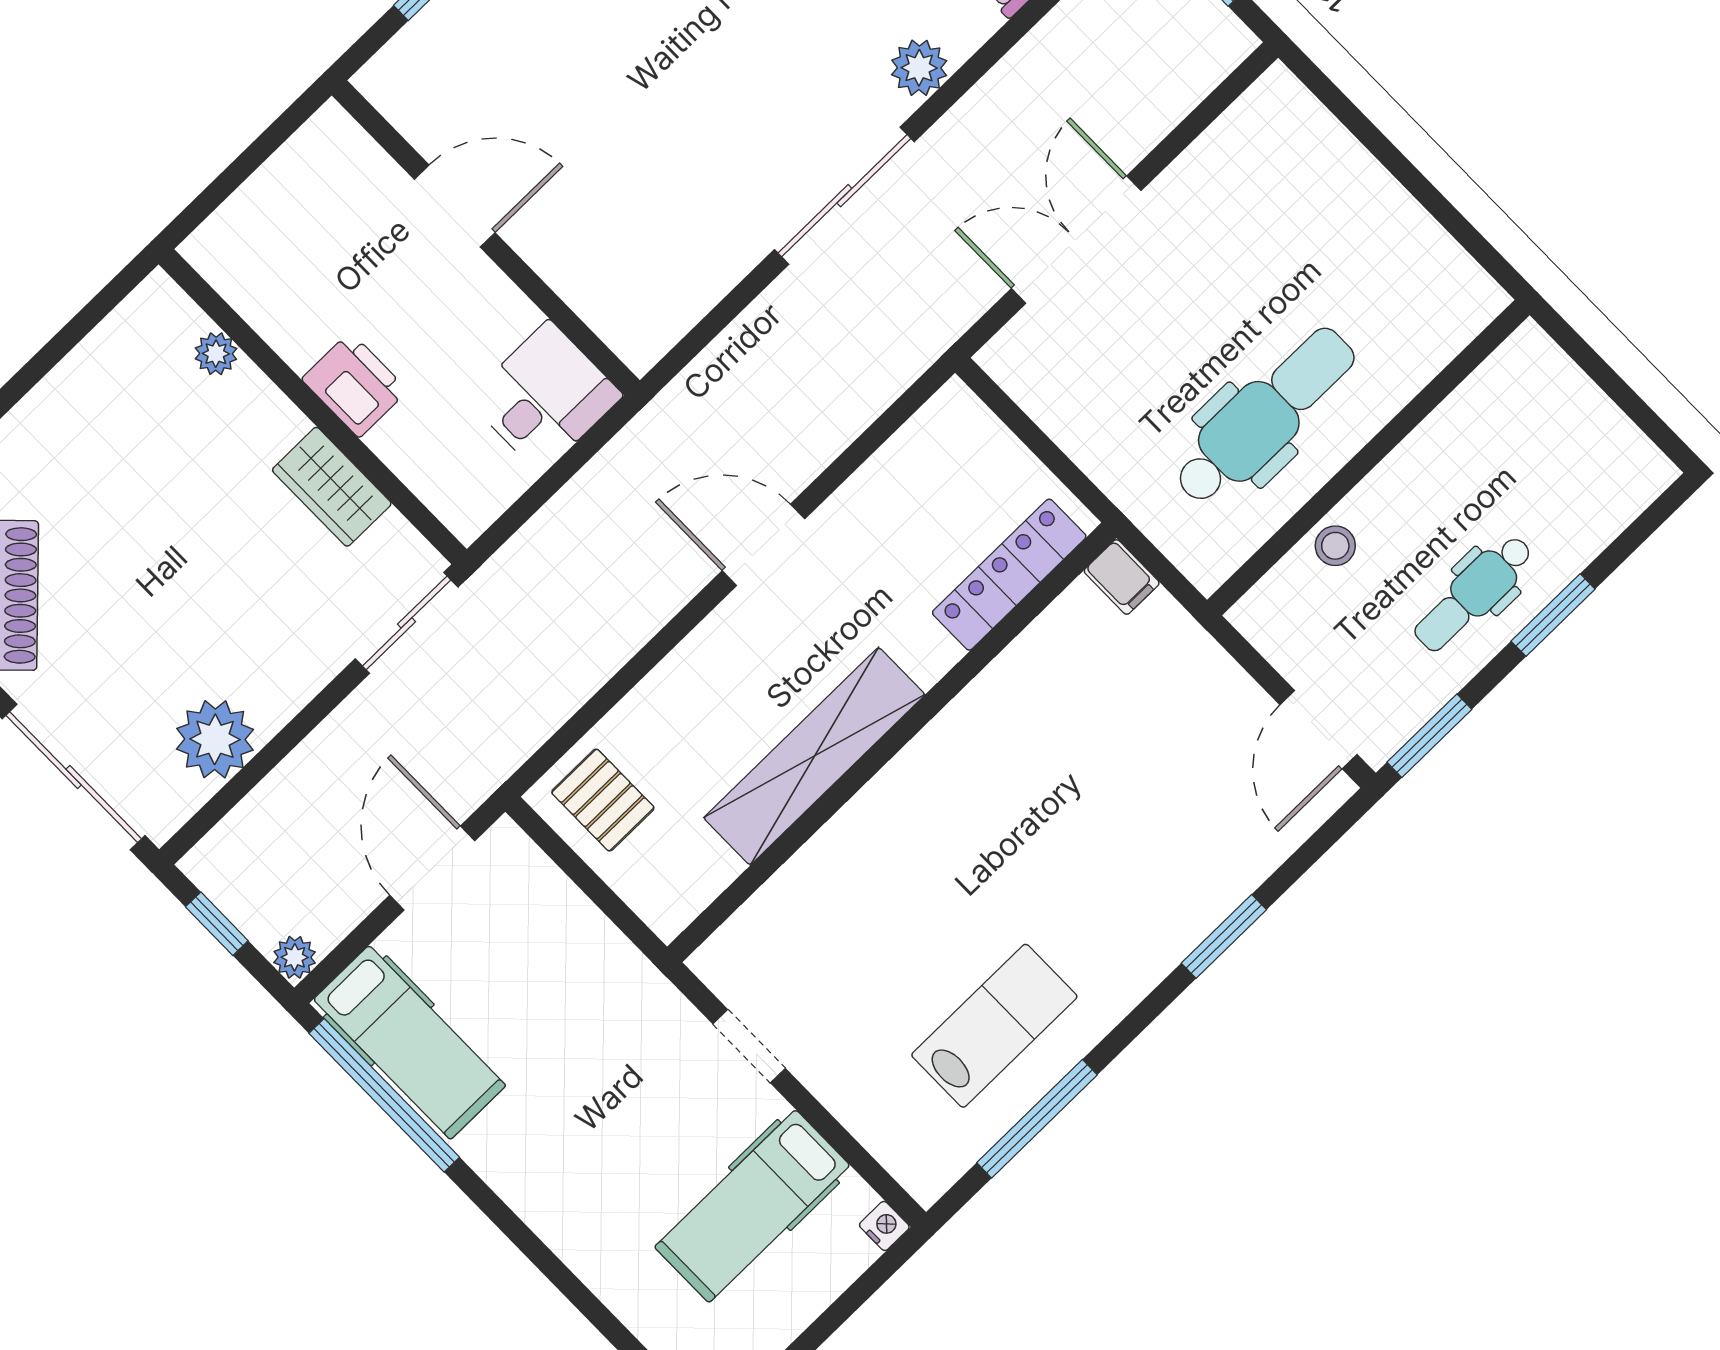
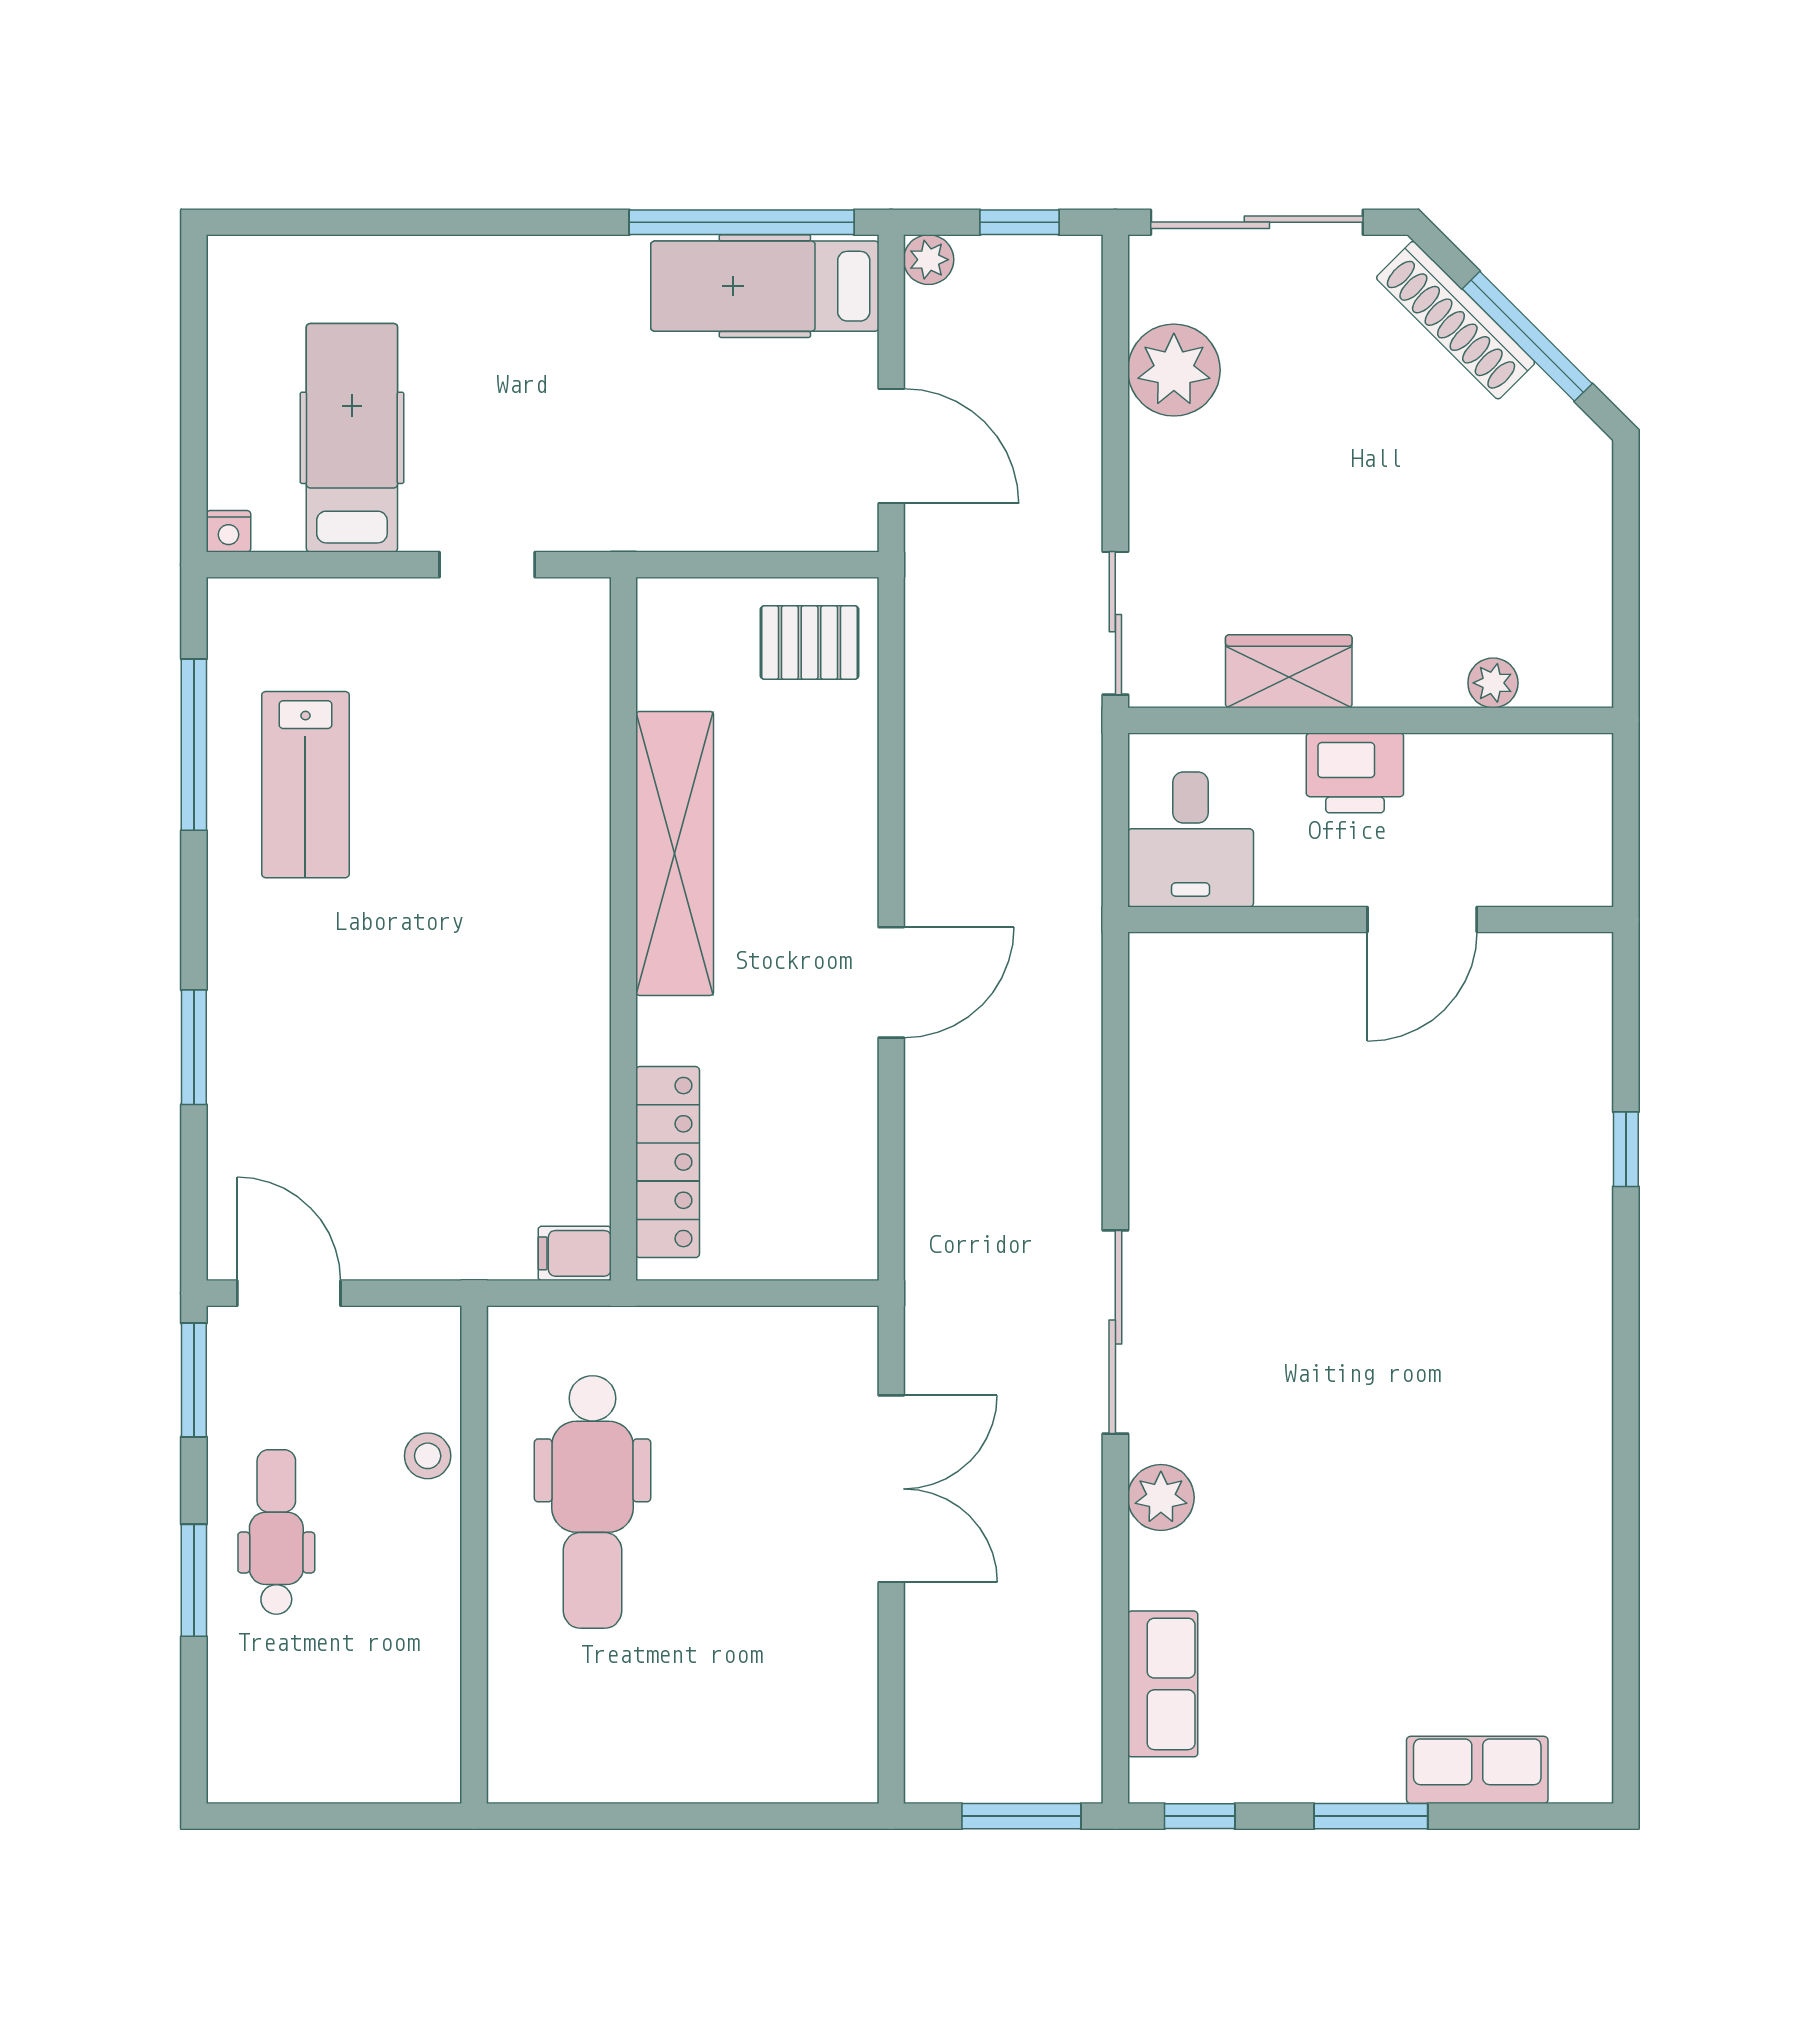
door: (455, 206) -> (1422, 920), moved
wall: (486, 238) -> (1371, 920), moved
desk: (545, 397) -> (1191, 839), moved

